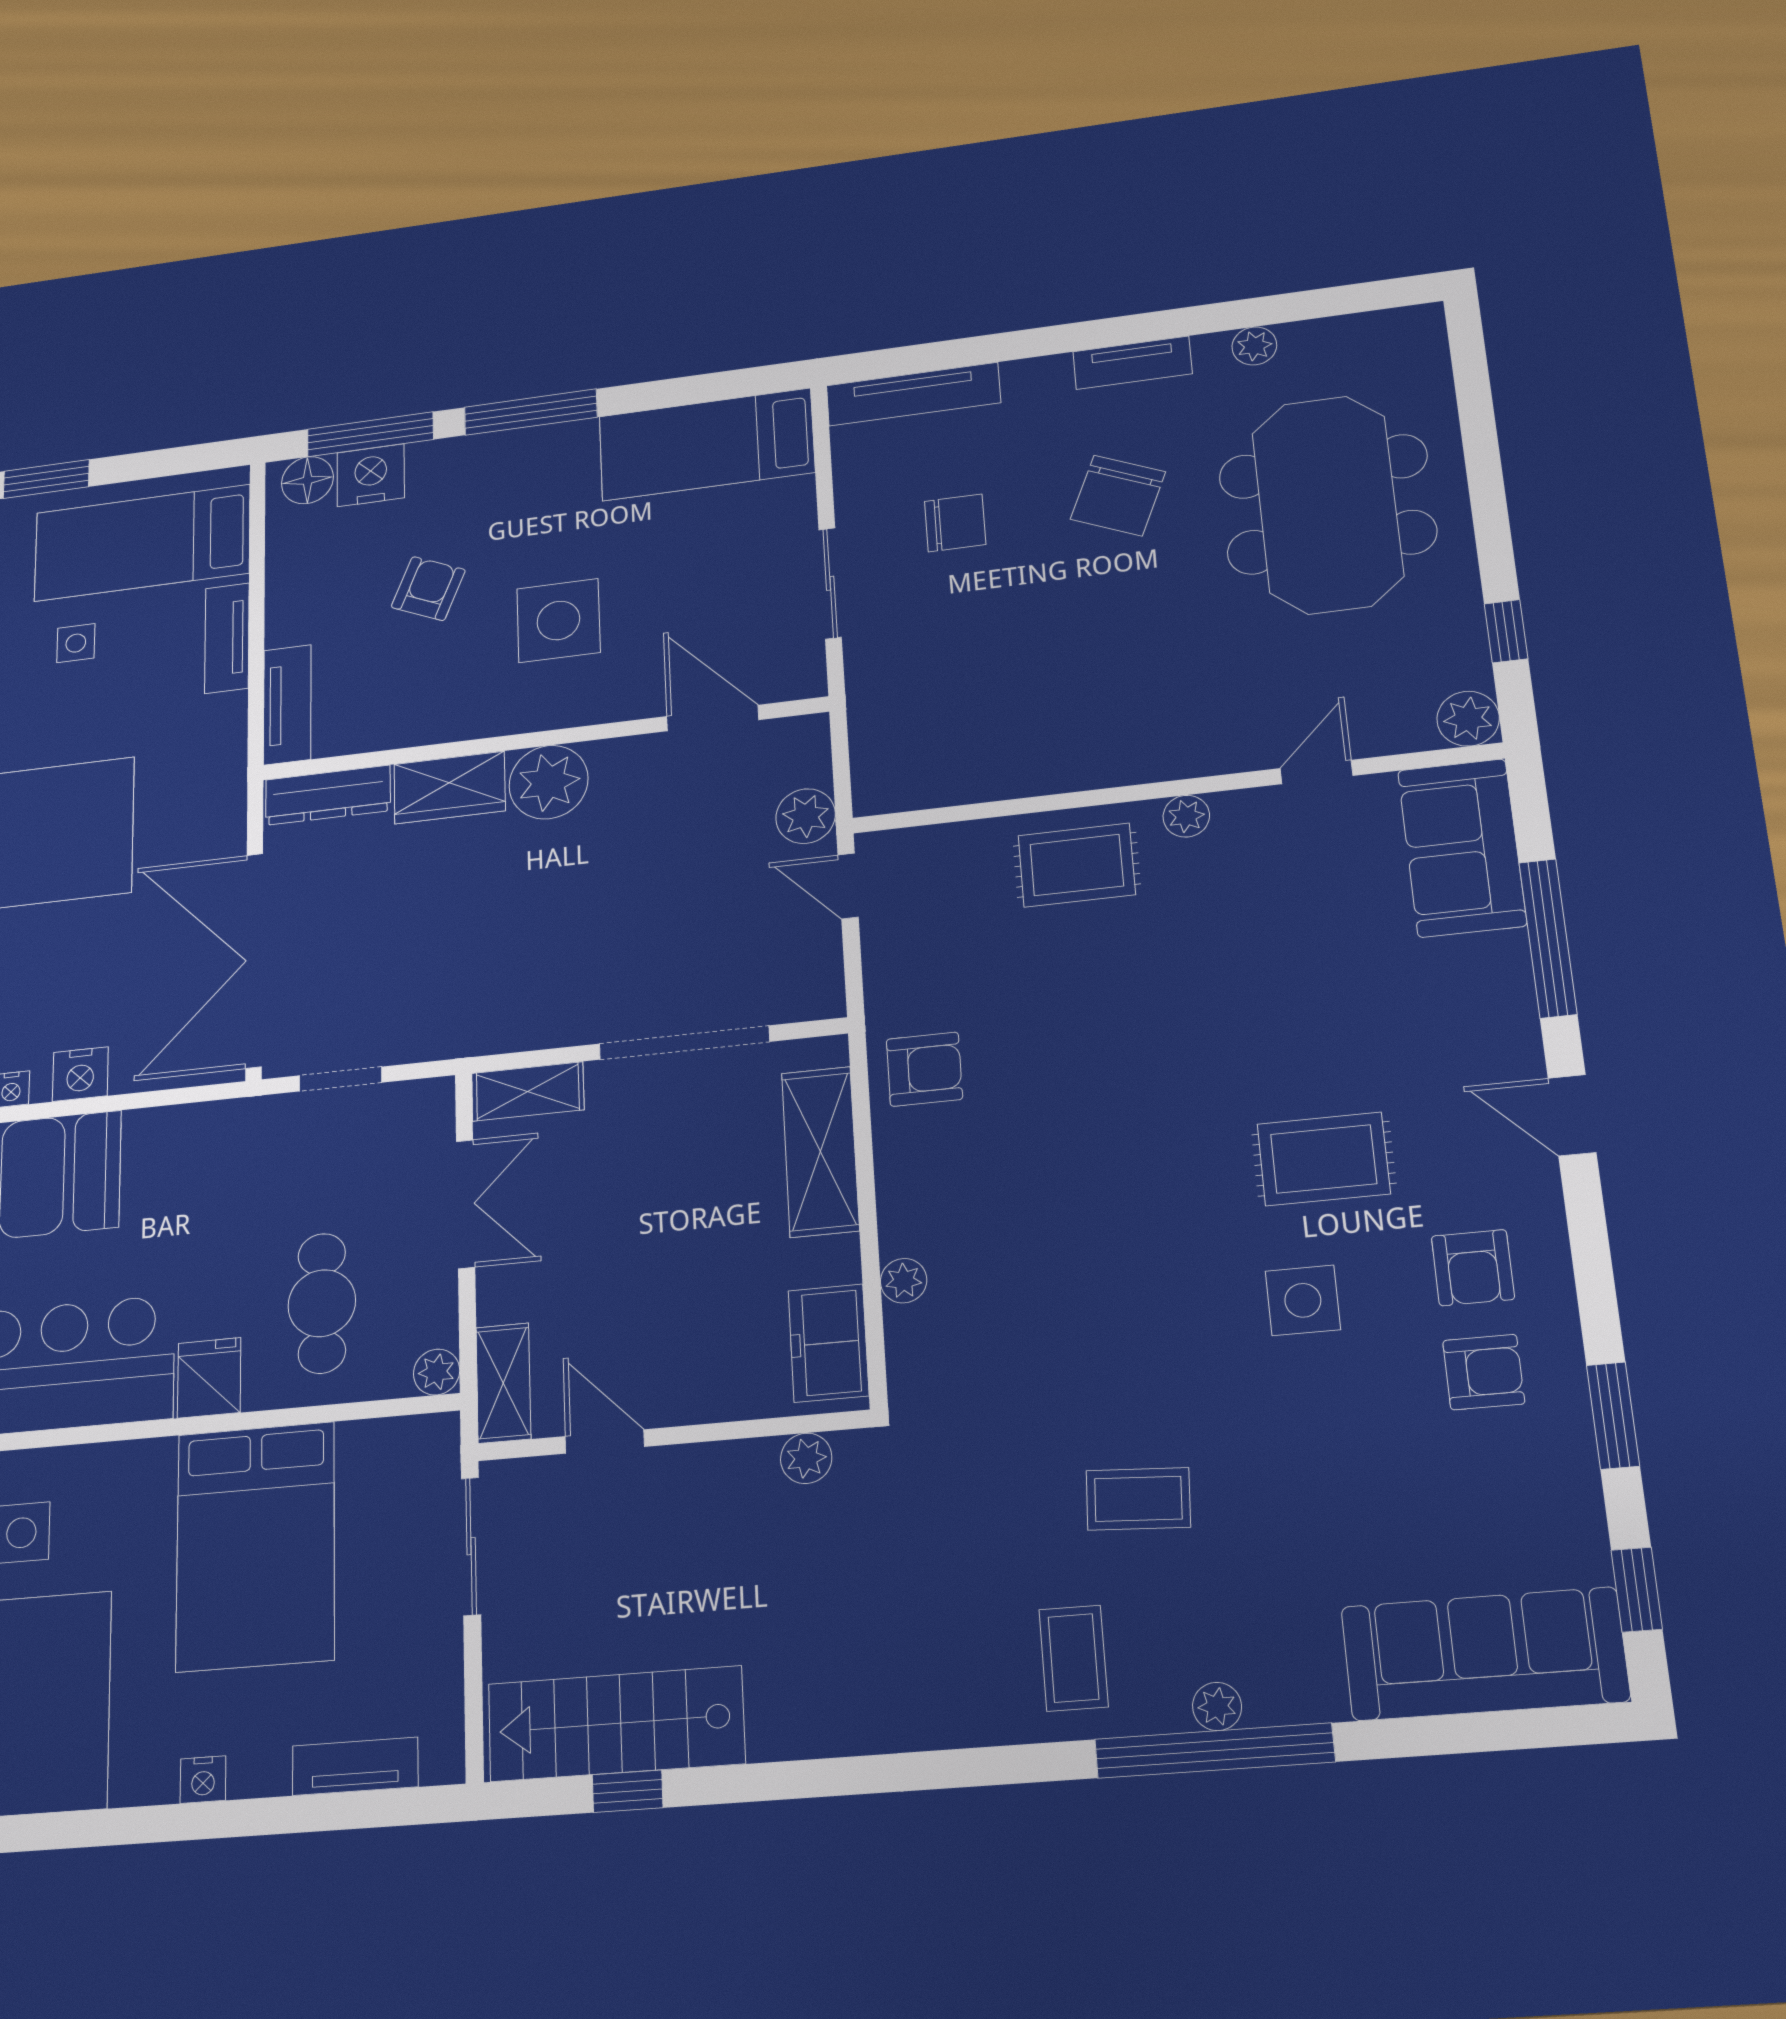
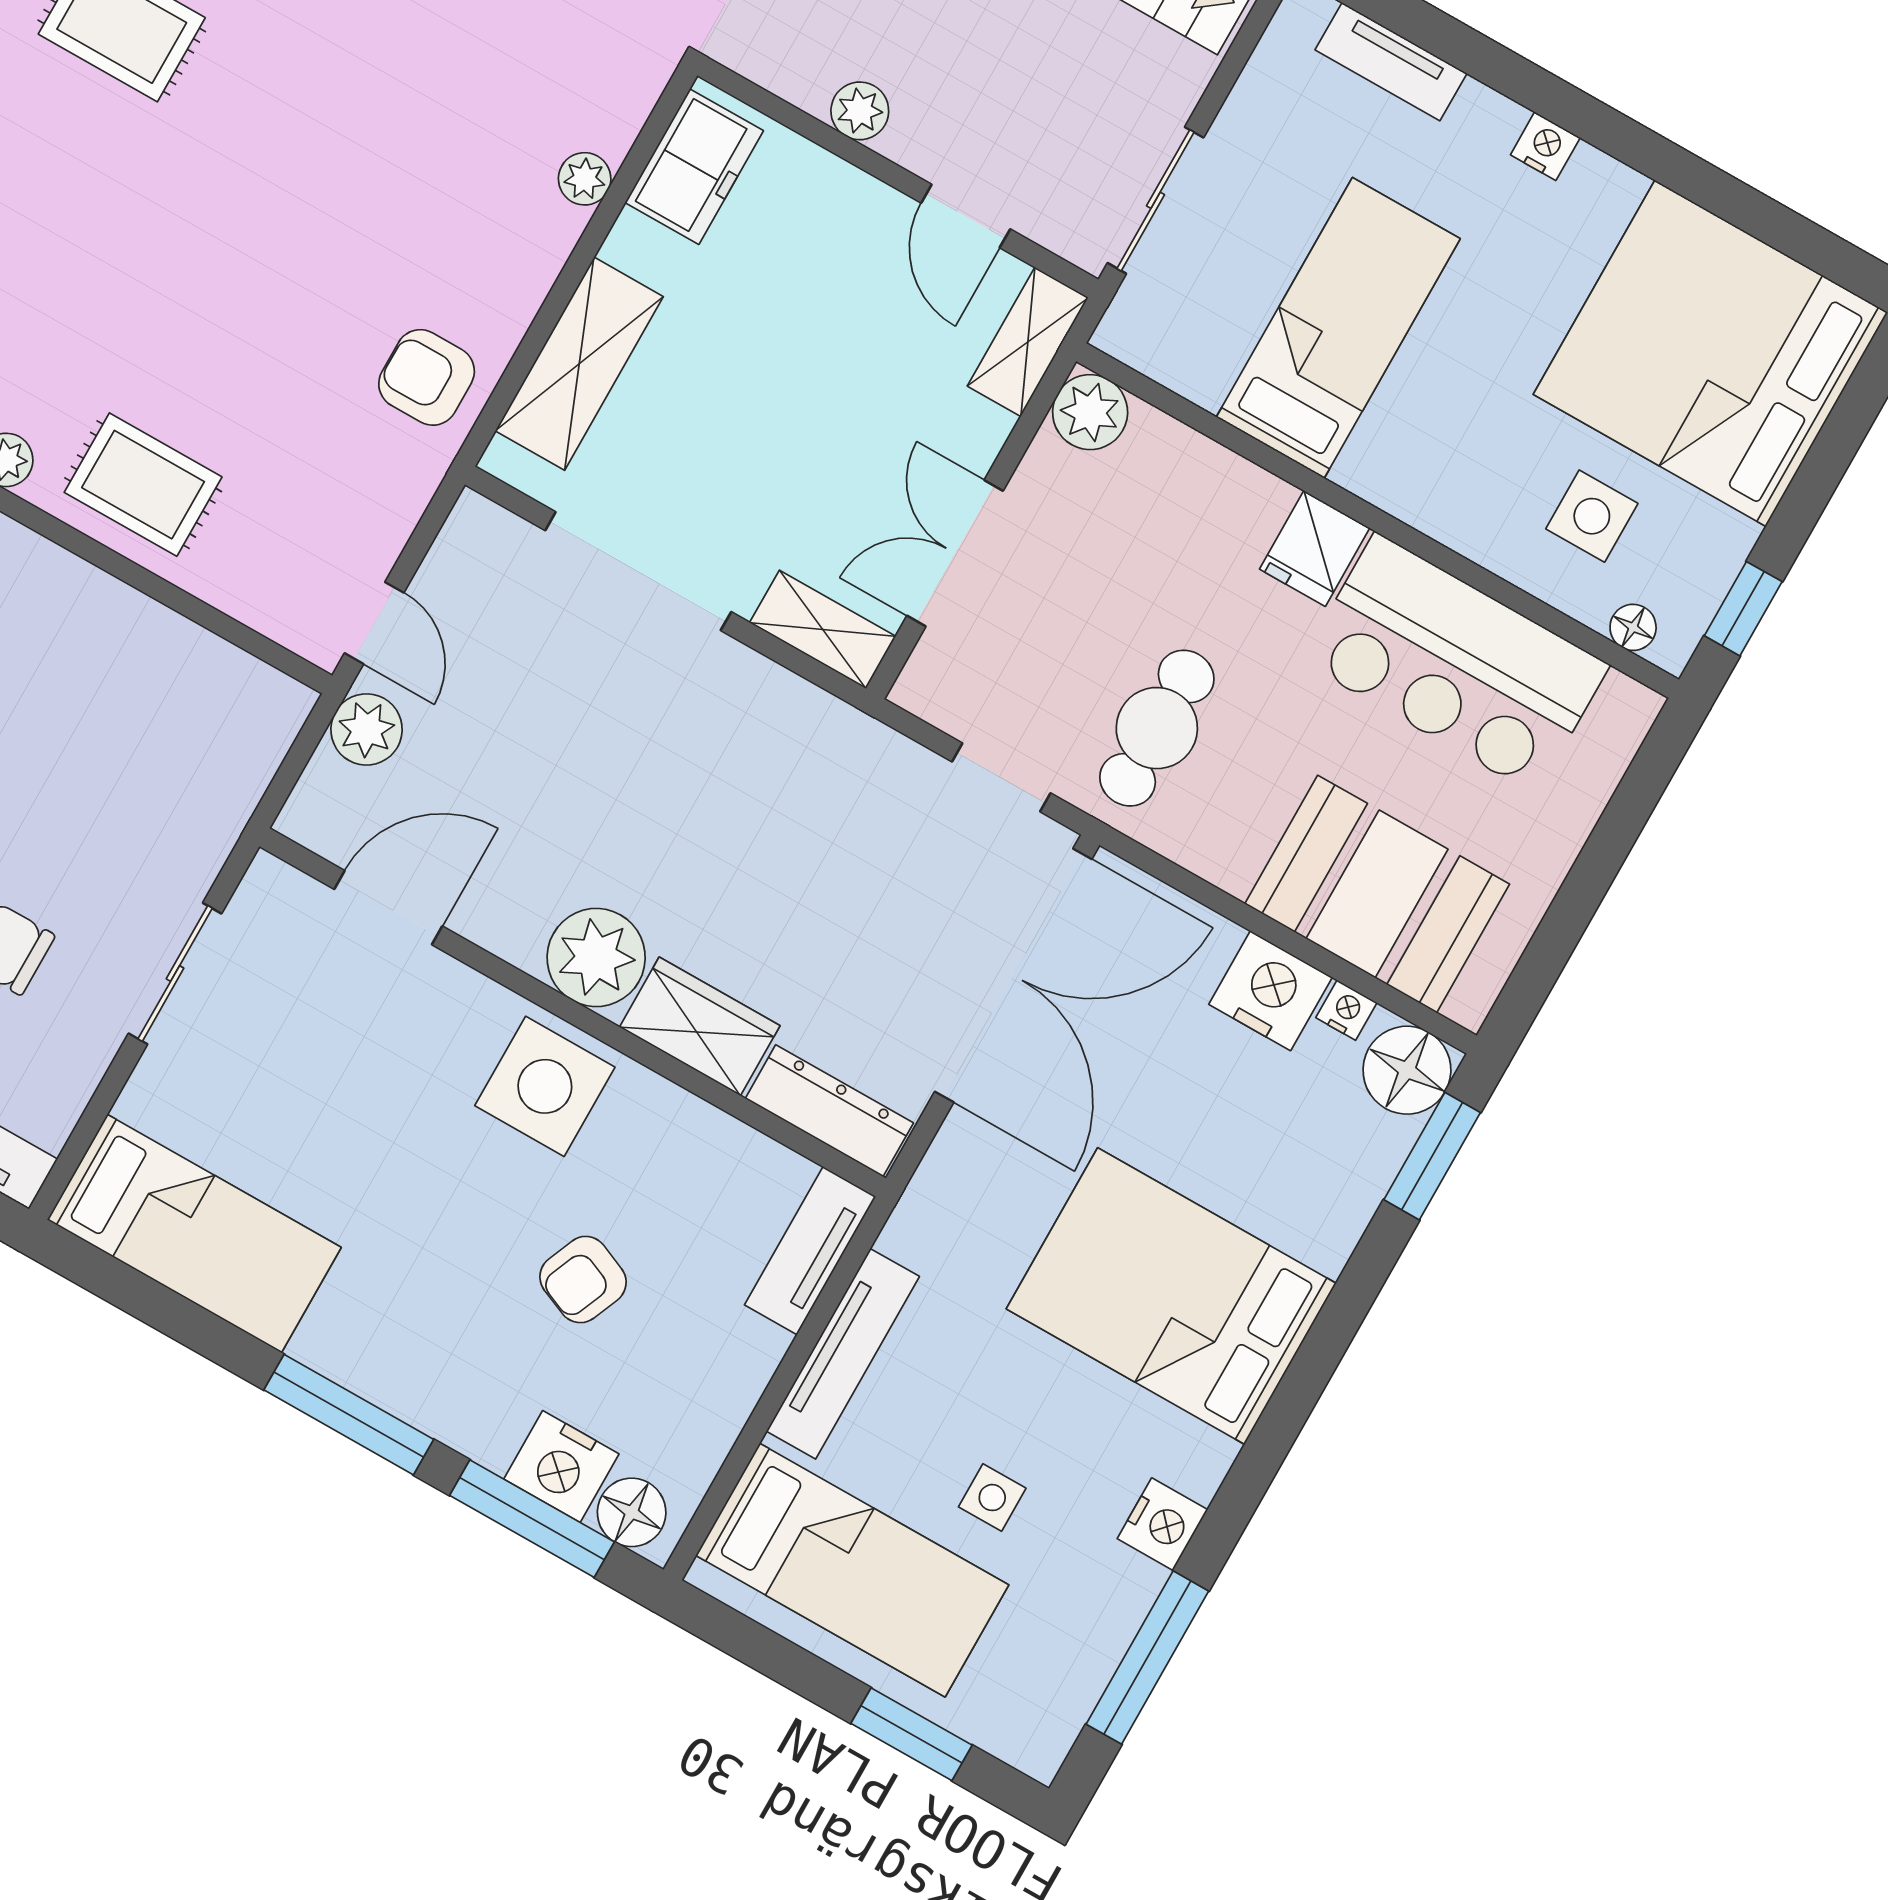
side table: (558, 620) -> (545, 1086), moved
tv unit: (227, 638) -> (843, 1354), width x1.41
door: (713, 718) -> (388, 908), swing flipped
nightstand: (80, 1074) -> (1270, 991), width x1.36, depth x1.33
cafe table: (322, 1303) -> (1157, 728), moved
plant: (437, 1372) -> (1090, 412), width x1.38, depth x1.38
plant: (806, 1458) -> (860, 111), moved
bed: (255, 1546) -> (1338, 328), width x0.67

